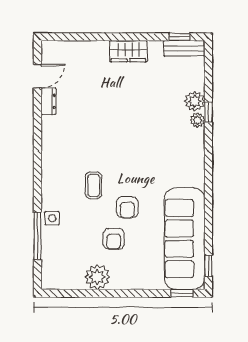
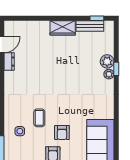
bench: (184, 48) -> (90, 26), moved
side table: (52, 218) -> (20, 131), moved

